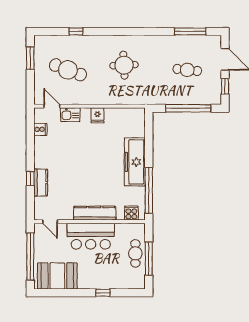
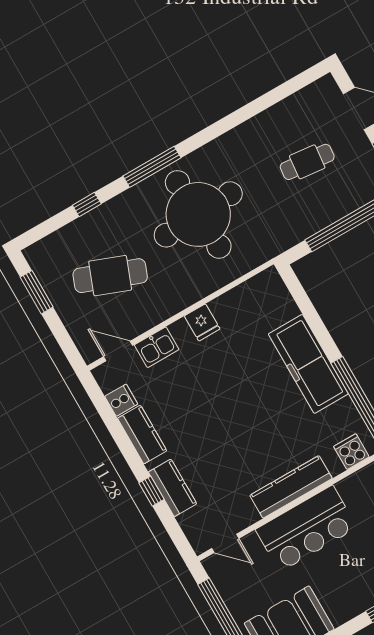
window: (190, 31) -> (152, 167), moved
round table: (124, 65) -> (198, 214), width x1.86, depth x1.86
kitchen counter: (41, 150) -> (142, 435), added

